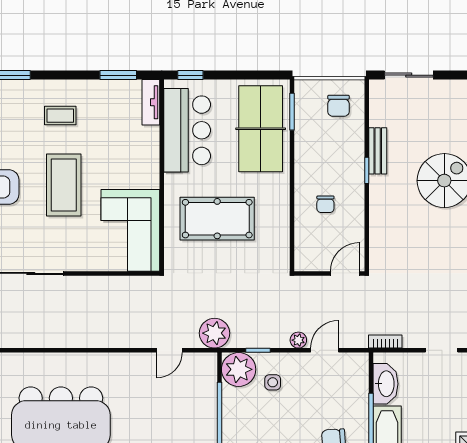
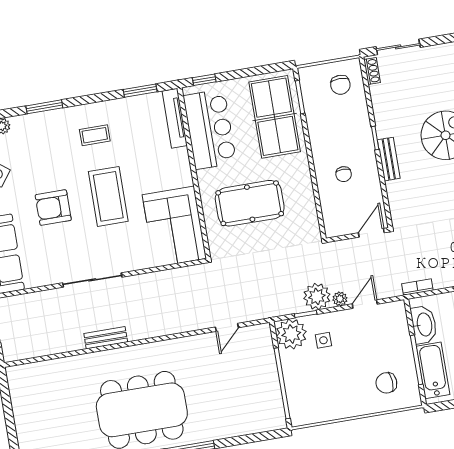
shoe rack: (376, 96) -> (372, 71), added
tv unit: (151, 102) -> (175, 118), width x1.41
bench: (378, 151) -> (389, 159), moved
plant: (214, 333) -> (317, 296), moved
bench: (35, 339) -> (106, 338), added

